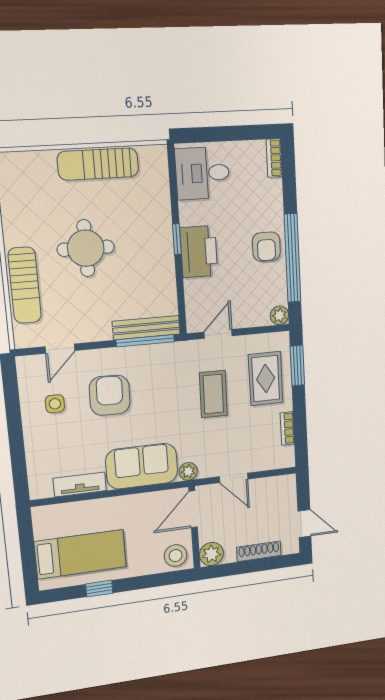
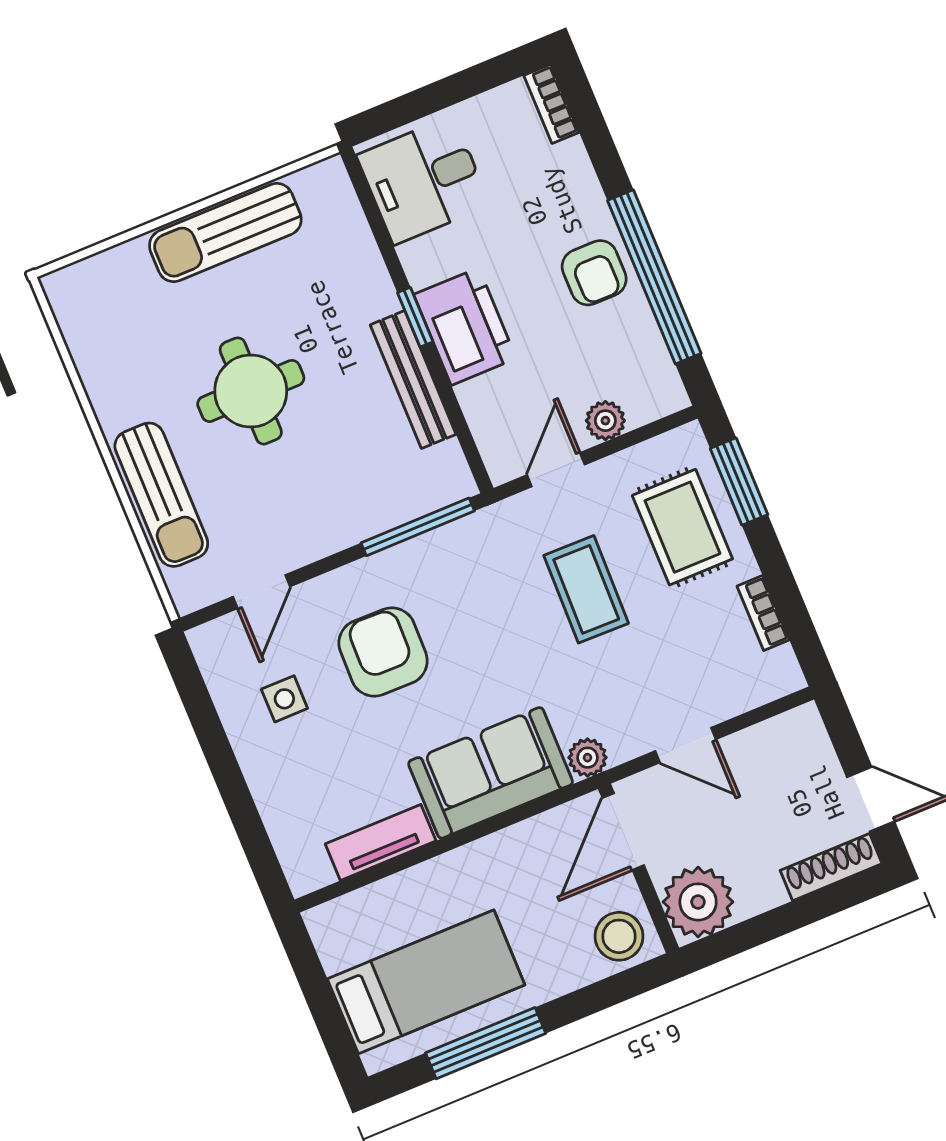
plant: (279, 315) -> (605, 421), moved
bench: (146, 328) -> (413, 380), moved, turned 90
shoe rack: (259, 551) -> (831, 867), moved
plant: (211, 554) -> (698, 902), width x1.36, depth x1.36
window: (99, 589) -> (486, 1043), width x2.17

